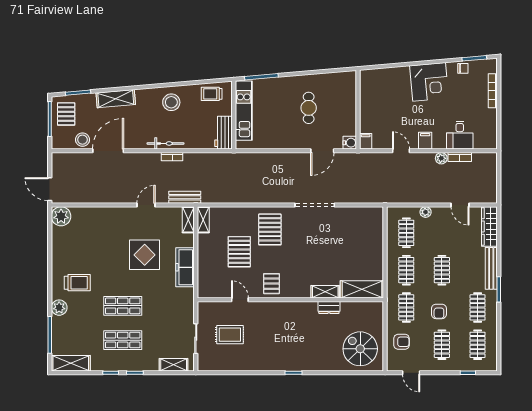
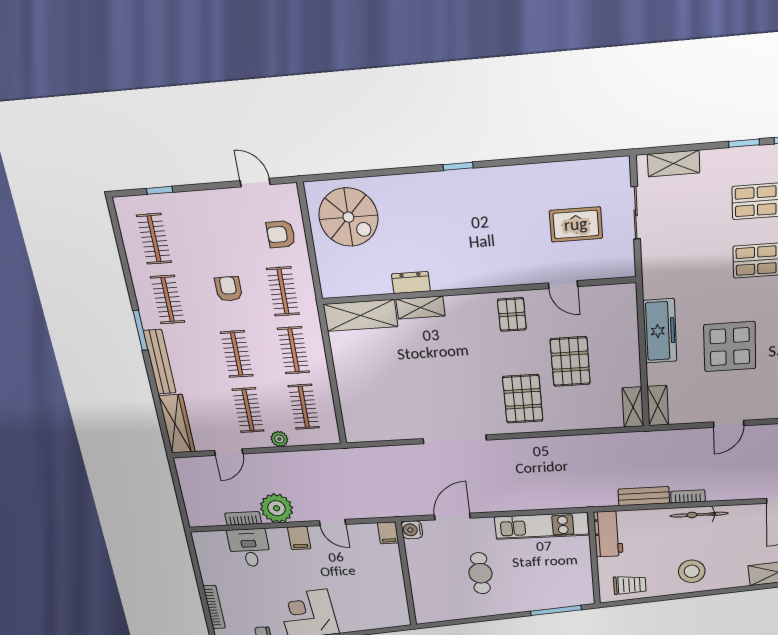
kitchen unit: (244, 111) -> (541, 526), moved, turned -90
plant: (441, 158) -> (277, 508), width x1.87, depth x1.87
bench: (185, 197) -> (644, 496), moved
door: (460, 205) -> (229, 452), swing flipped
clothes rail: (442, 345) -> (248, 410), moved

